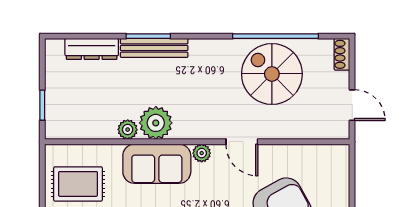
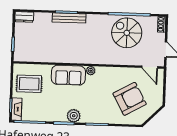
dresser: (92, 49) -> (24, 17), moved, width x0.70
plant: (156, 123) -> (69, 55), removed
plant: (128, 130) -> (55, 58), removed
door: (242, 142) -> (150, 67), moved

